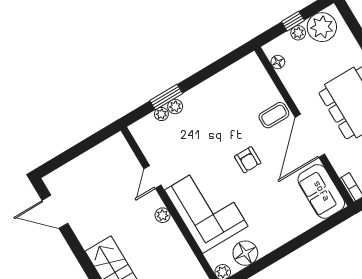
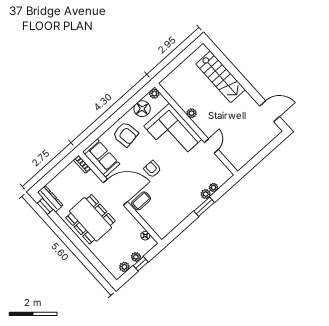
plant: (322, 27) -> (124, 267), width x0.53, depth x0.53
window: (166, 97) -> (204, 207), moved
door: (310, 136) -> (115, 192), hinge flipped
plant: (163, 215) -> (192, 113), moved
armchair: (278, 220) -> (126, 134), added

